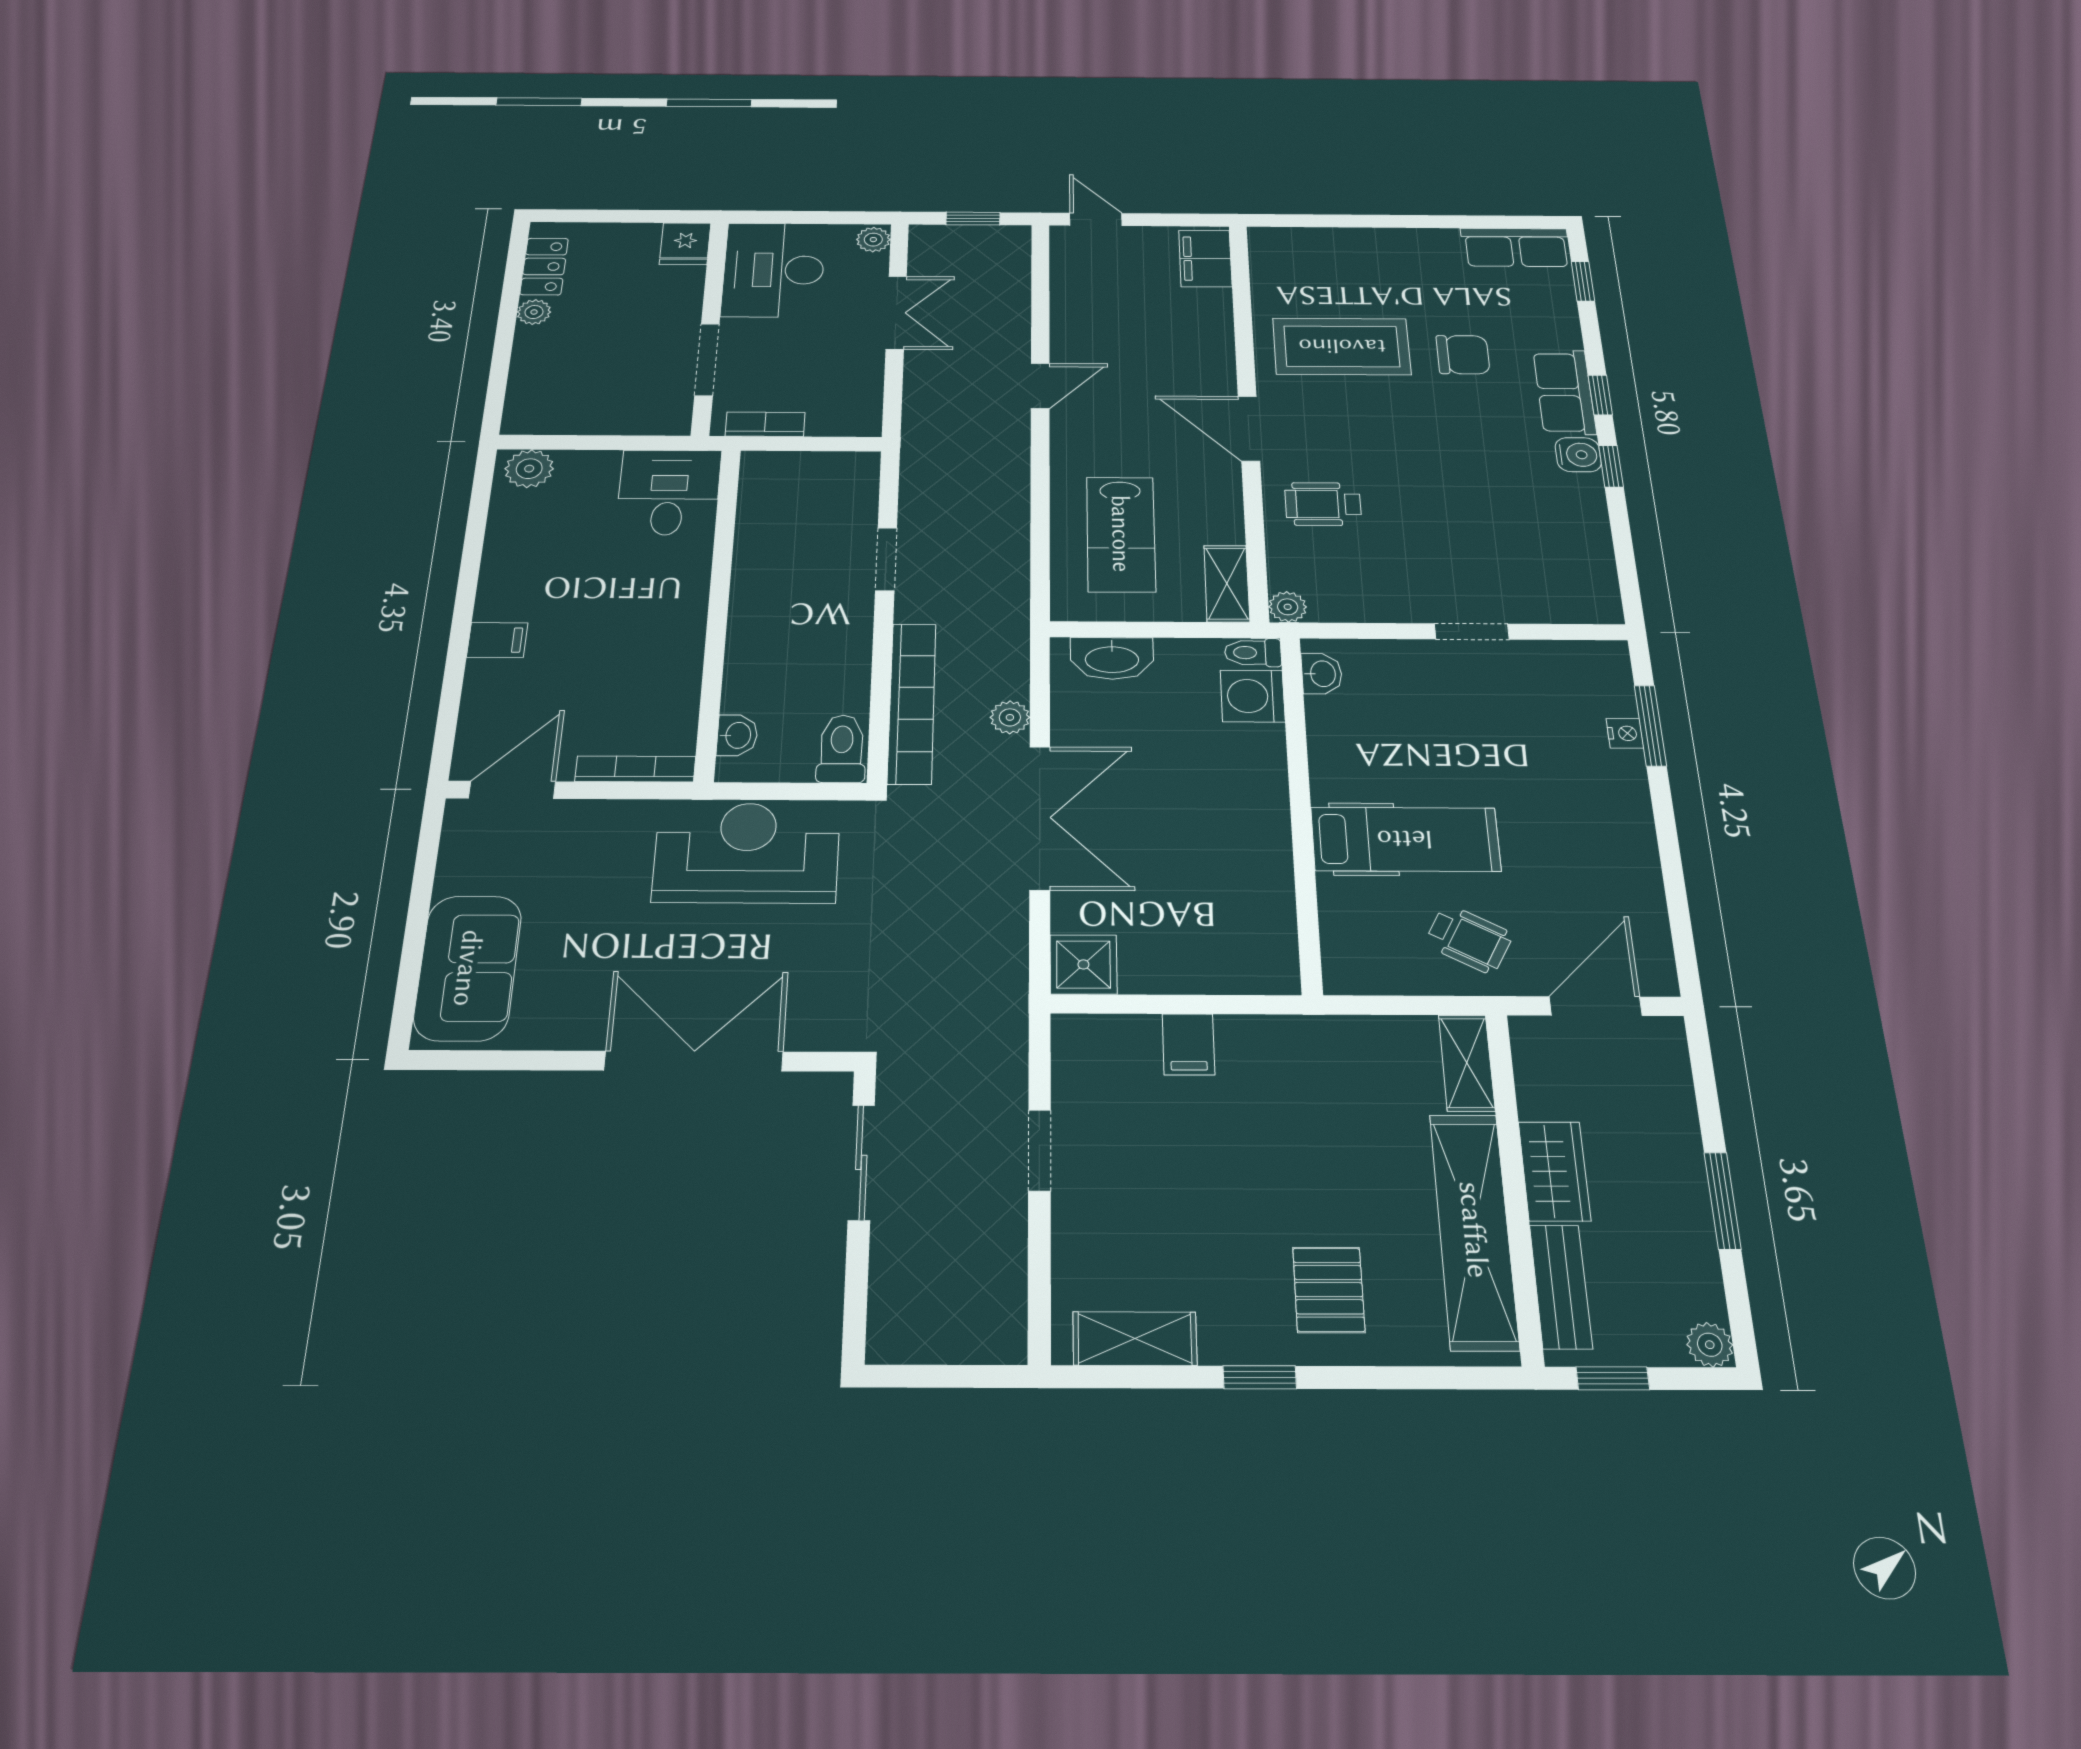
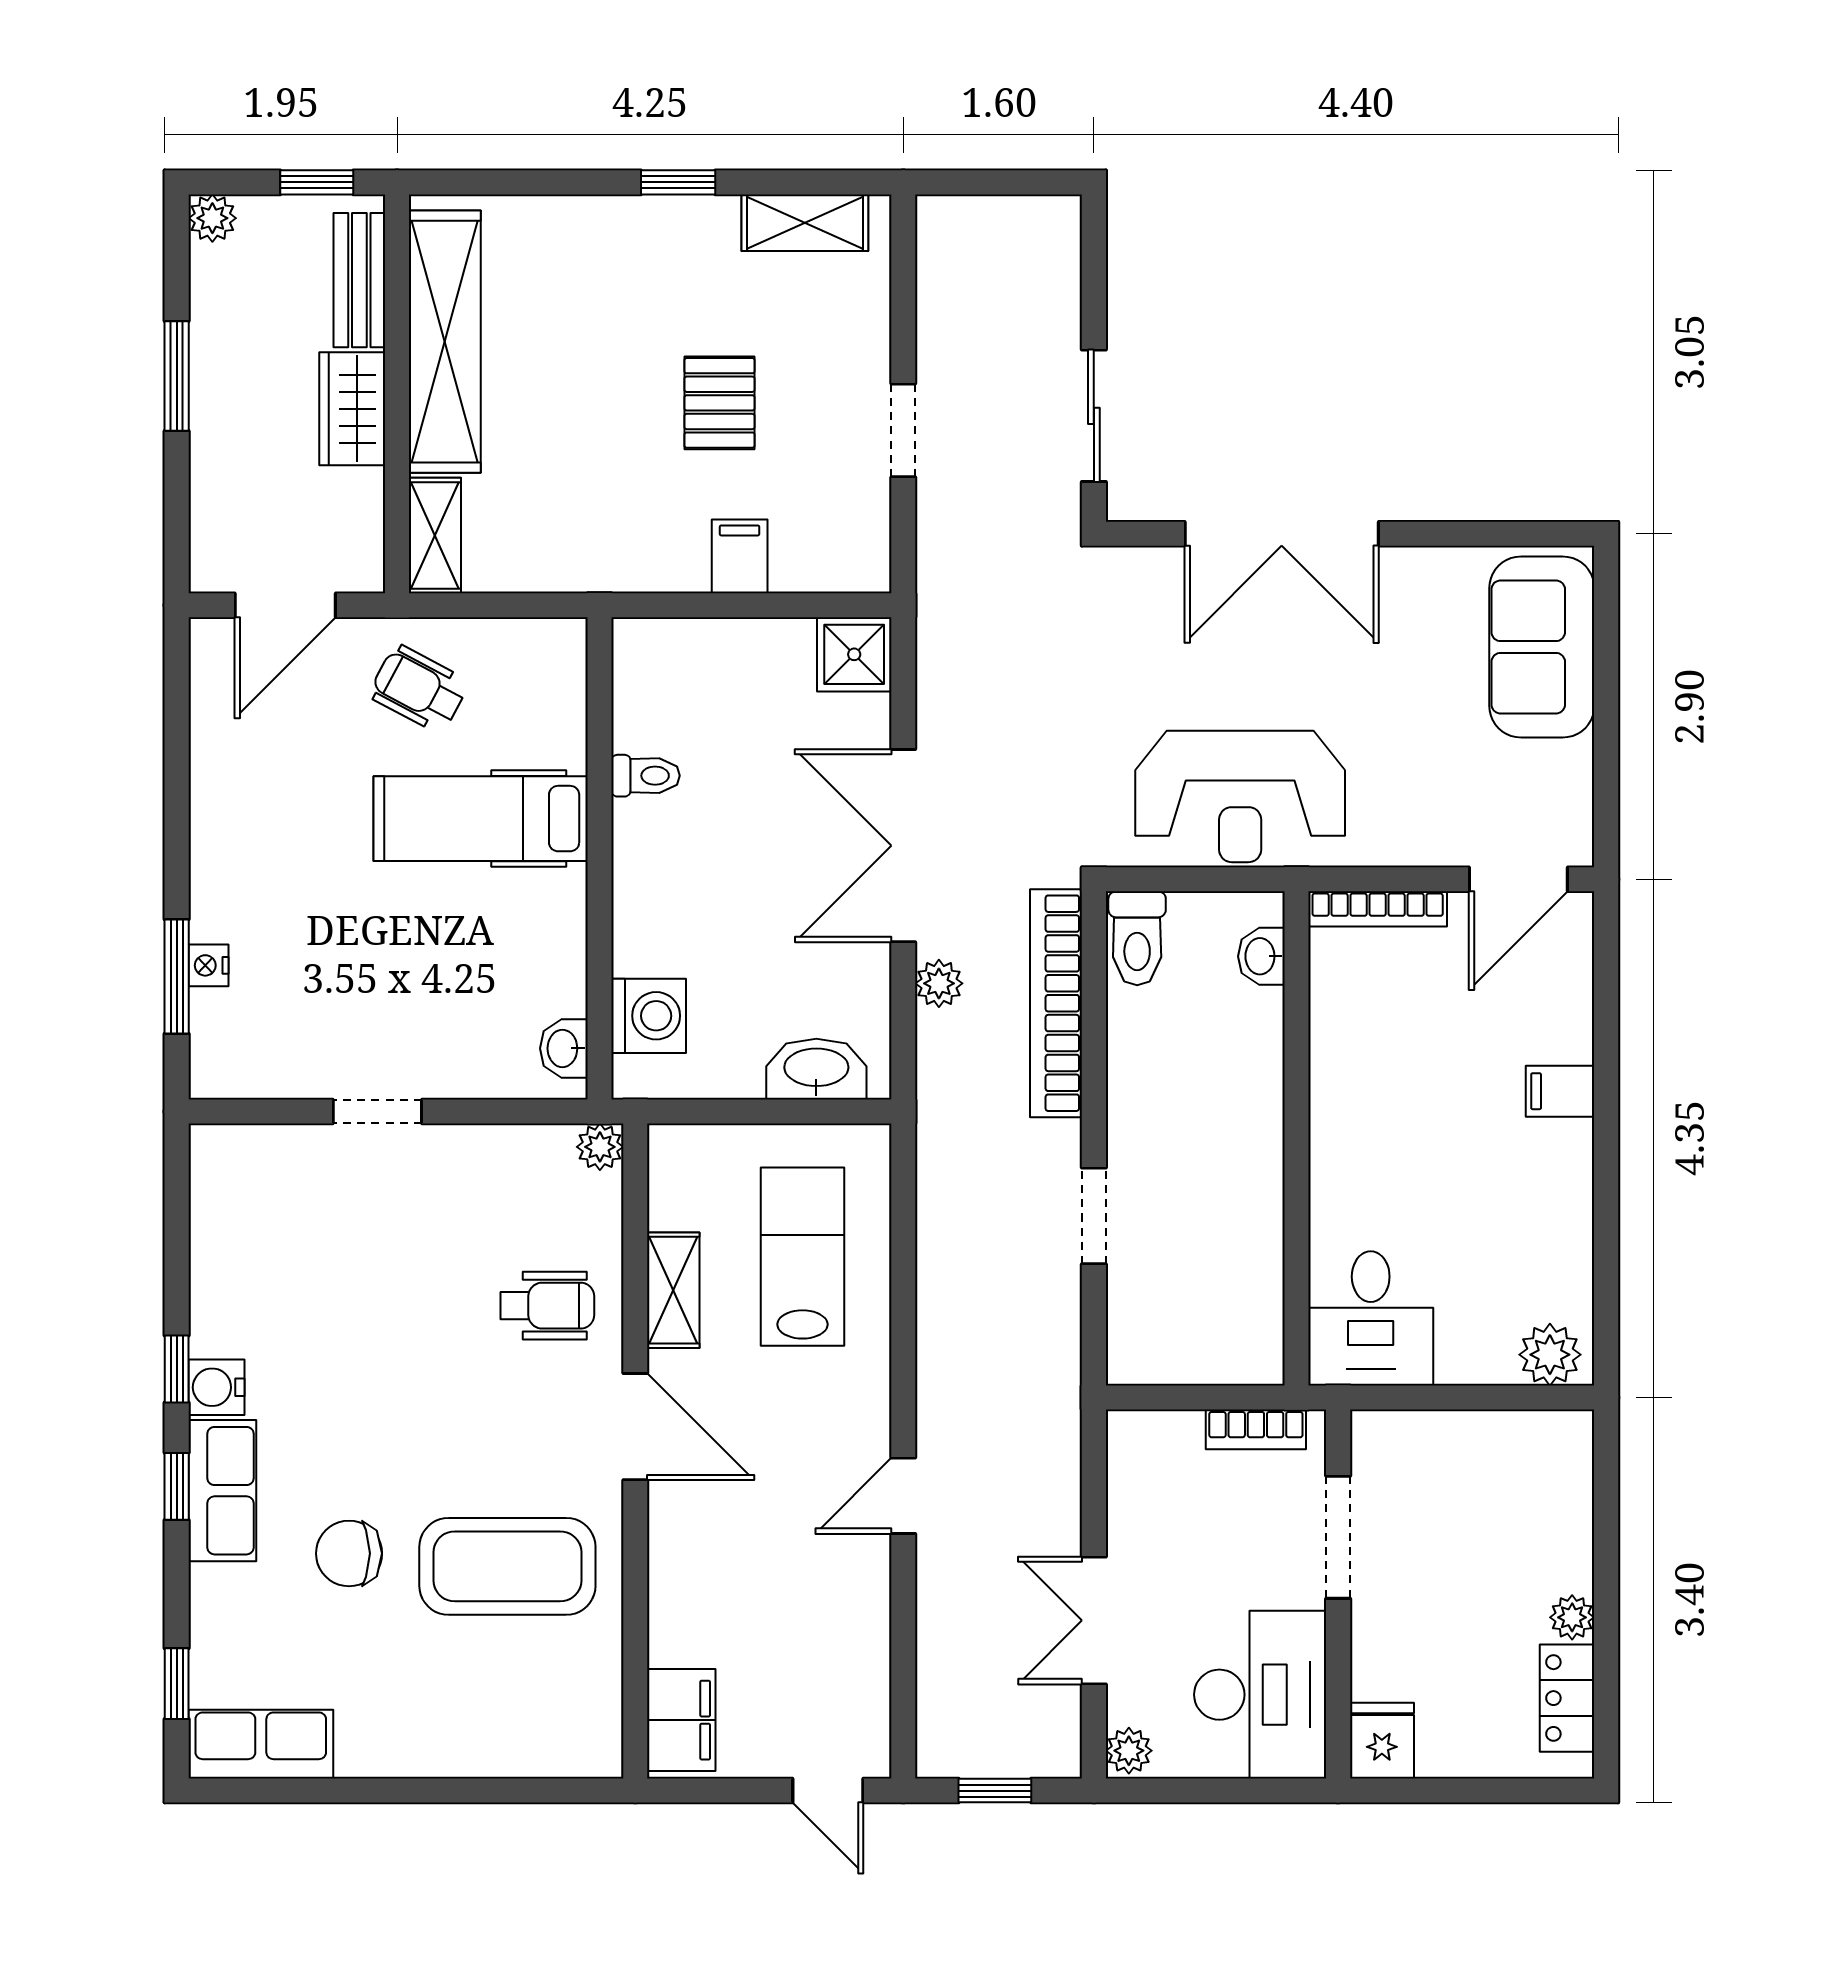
shelving: (1227, 584) -> (673, 1290), moved
toilet: (1253, 653) -> (646, 776), moved
pallet: (1329, 1290) -> (720, 403), moved

